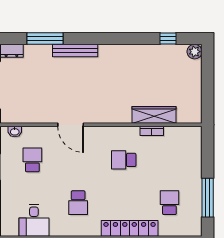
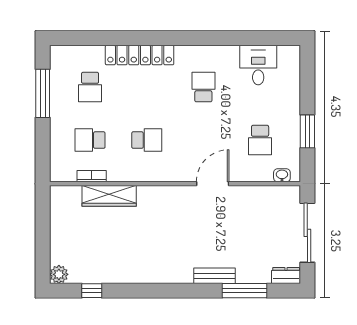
bench: (75, 51) -> (215, 276), width x0.73
door: (71, 125) -> (213, 184), hinge flipped
bookcase: (152, 131) -> (92, 176), moved
school desk: (169, 160) -> (90, 140), added

